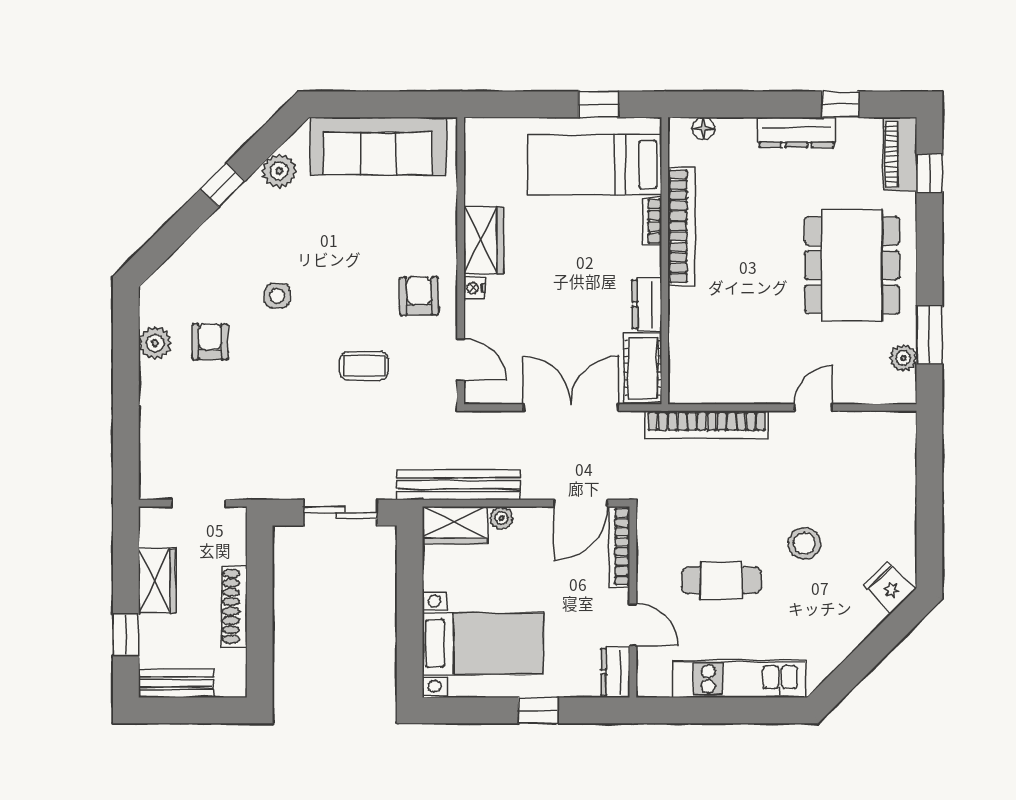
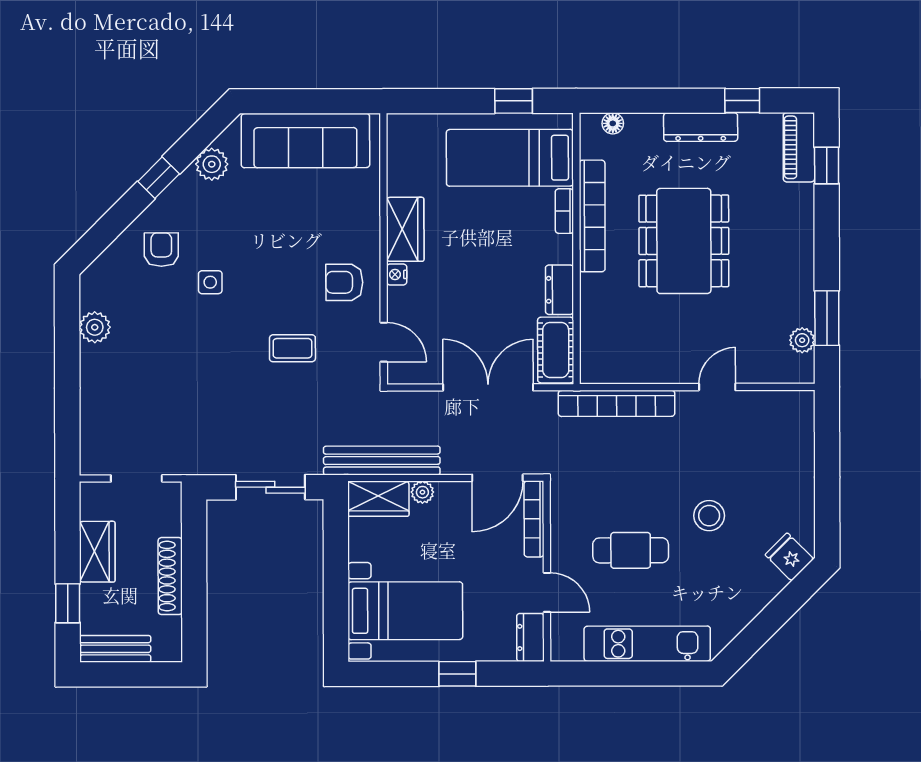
dining table: (852, 265) -> (684, 241), moved
armchair: (419, 296) -> (344, 282), turned -89
armchair: (210, 342) -> (161, 250), moved

